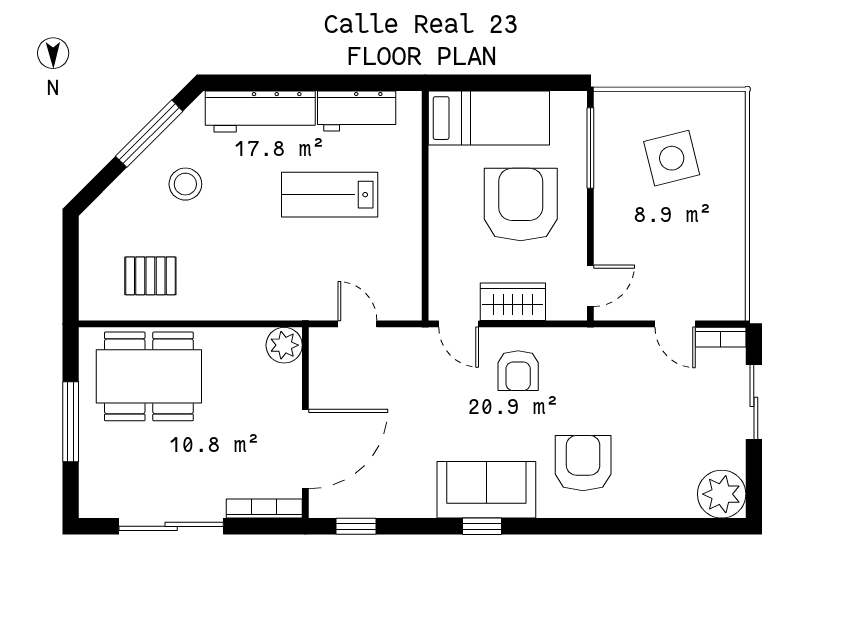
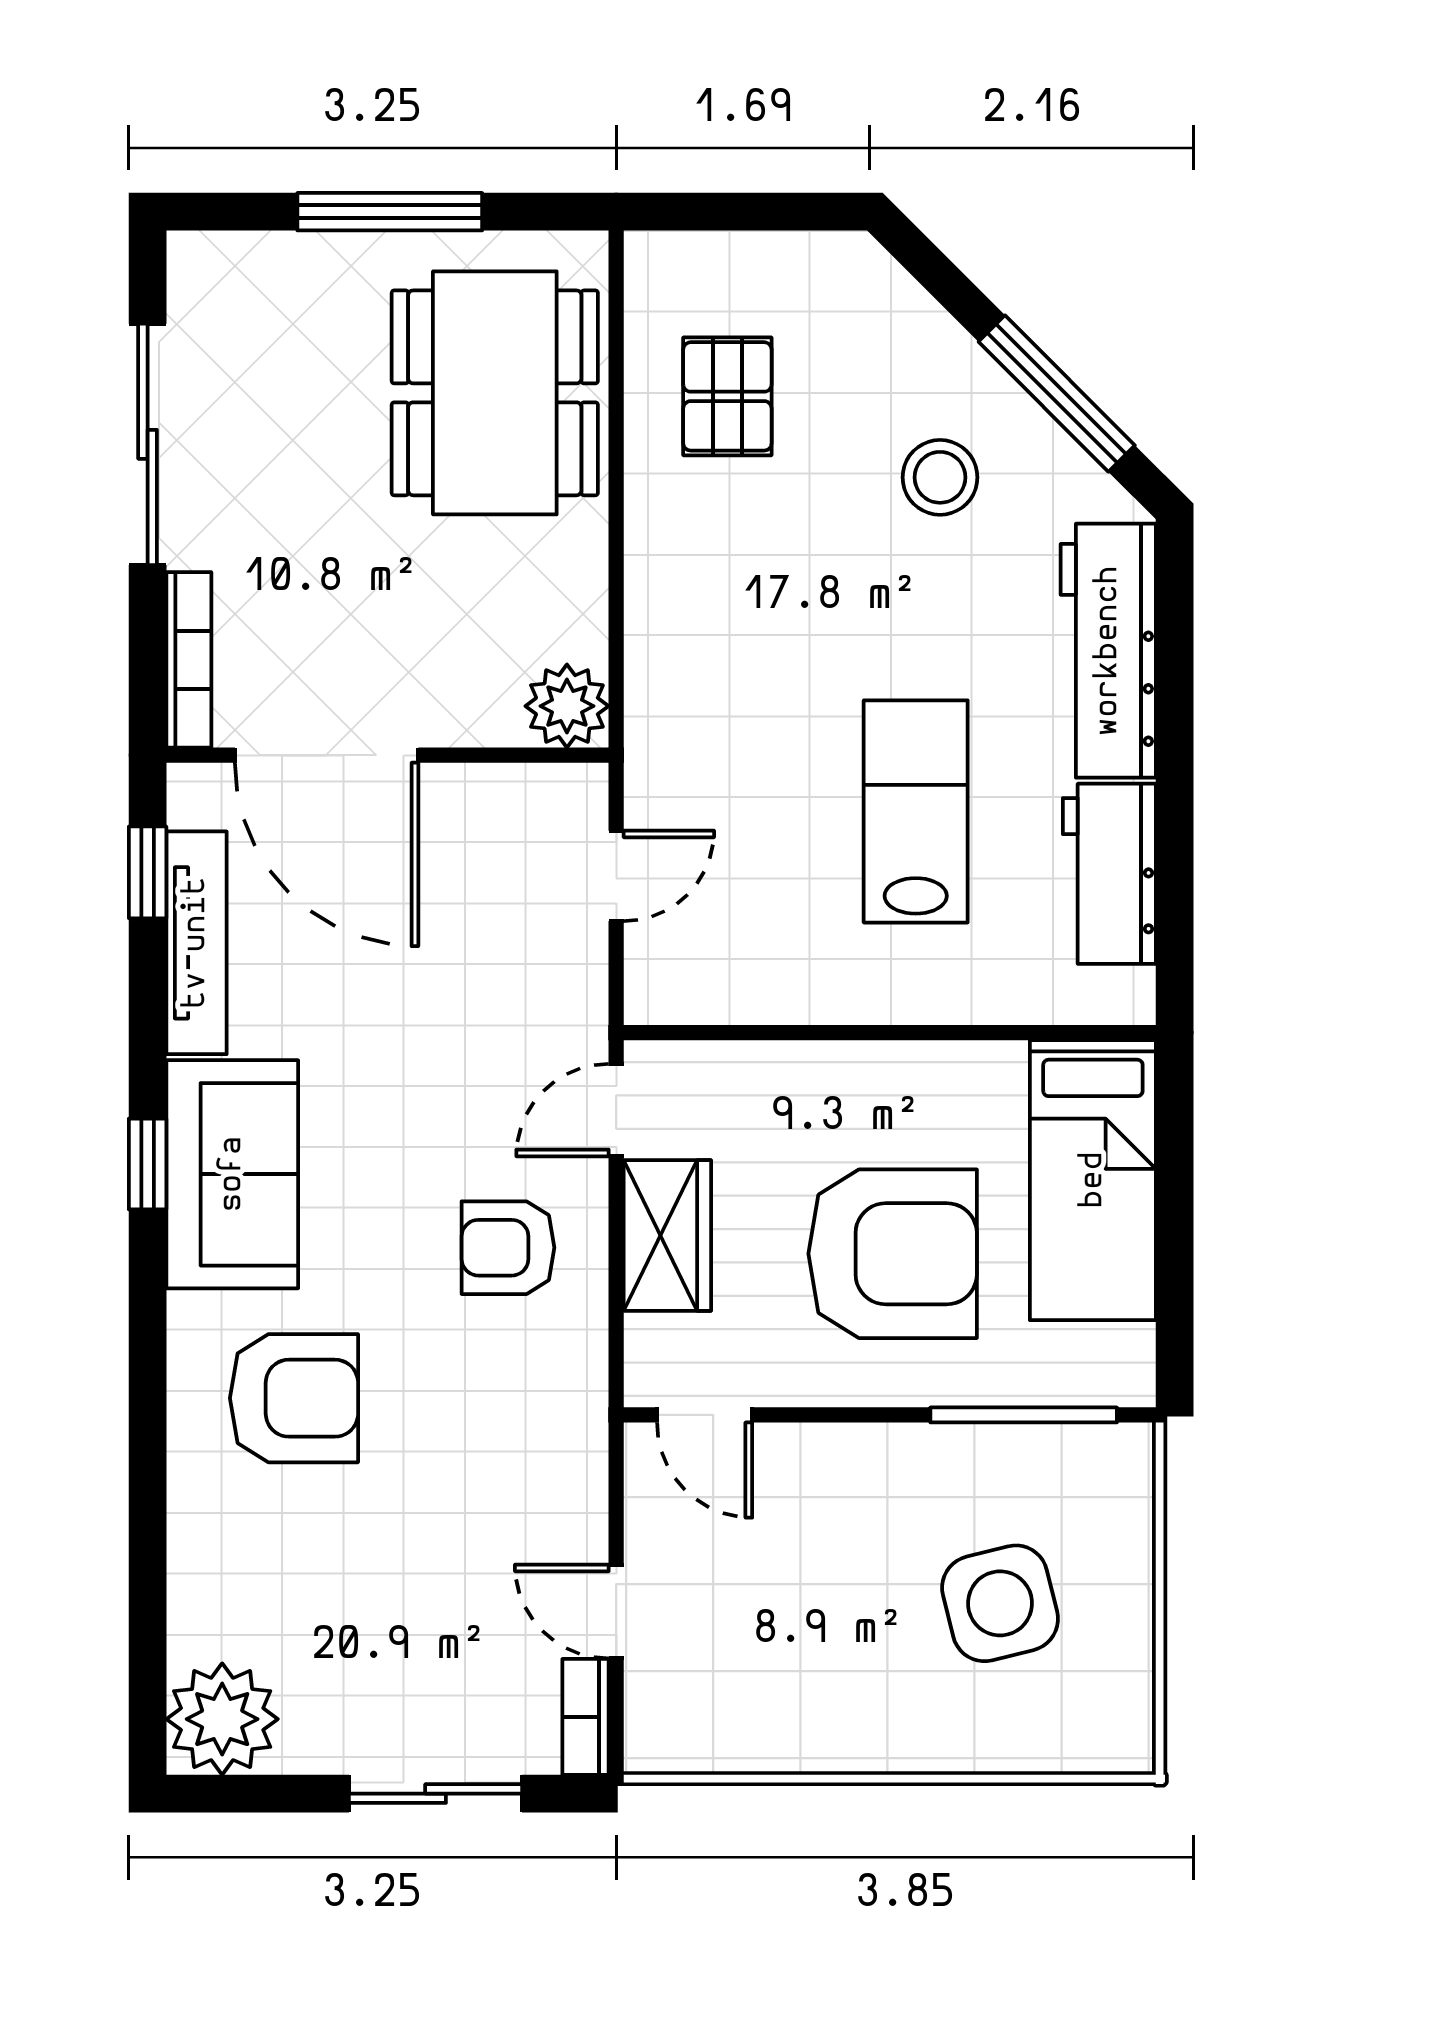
door: (675, 324) -> (616, 1611), hinge flipped
tv unit: (386, 505) -> (196, 943), added

